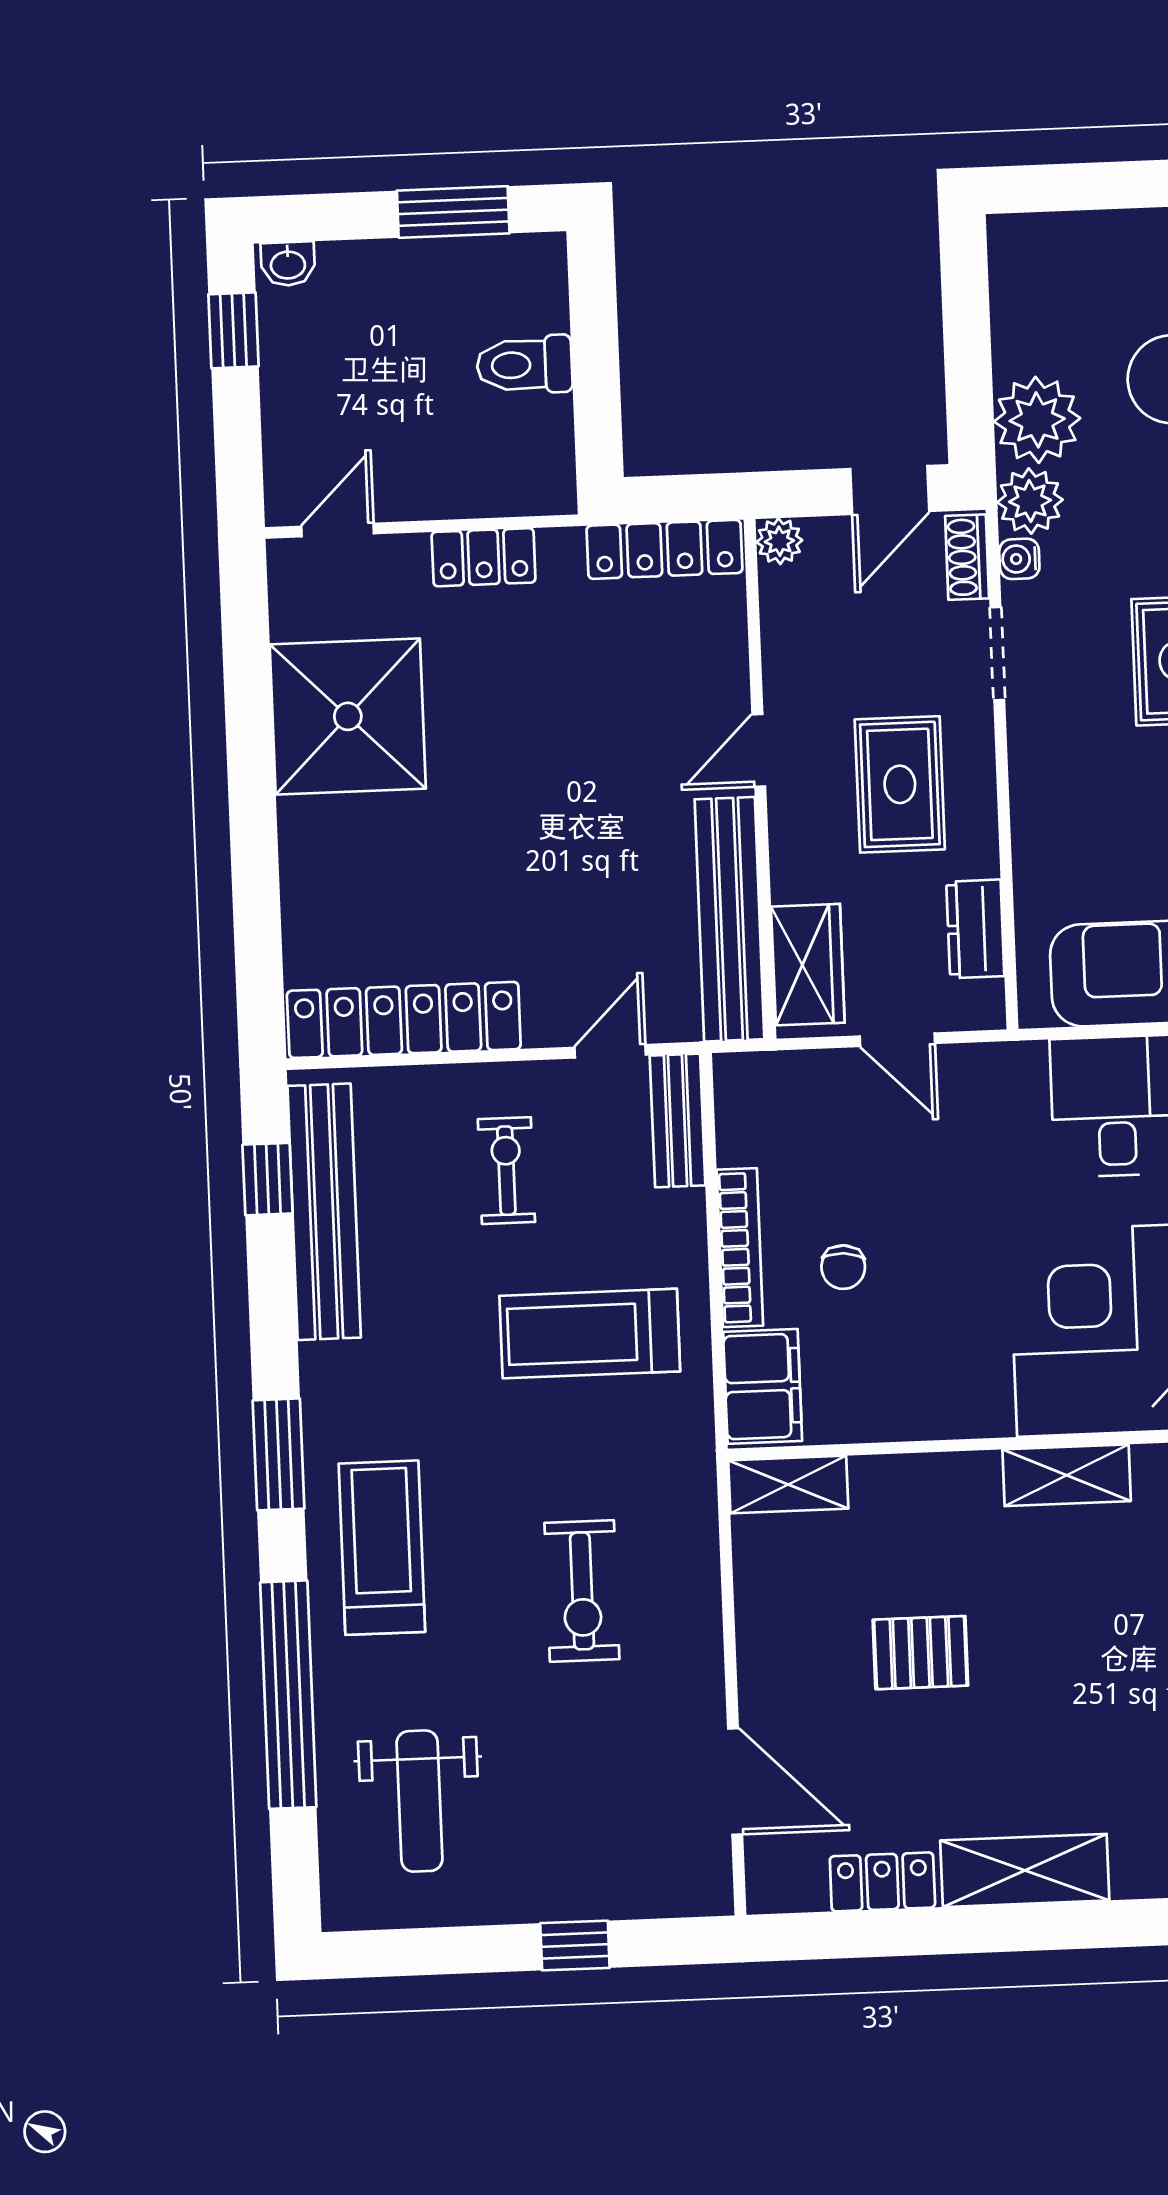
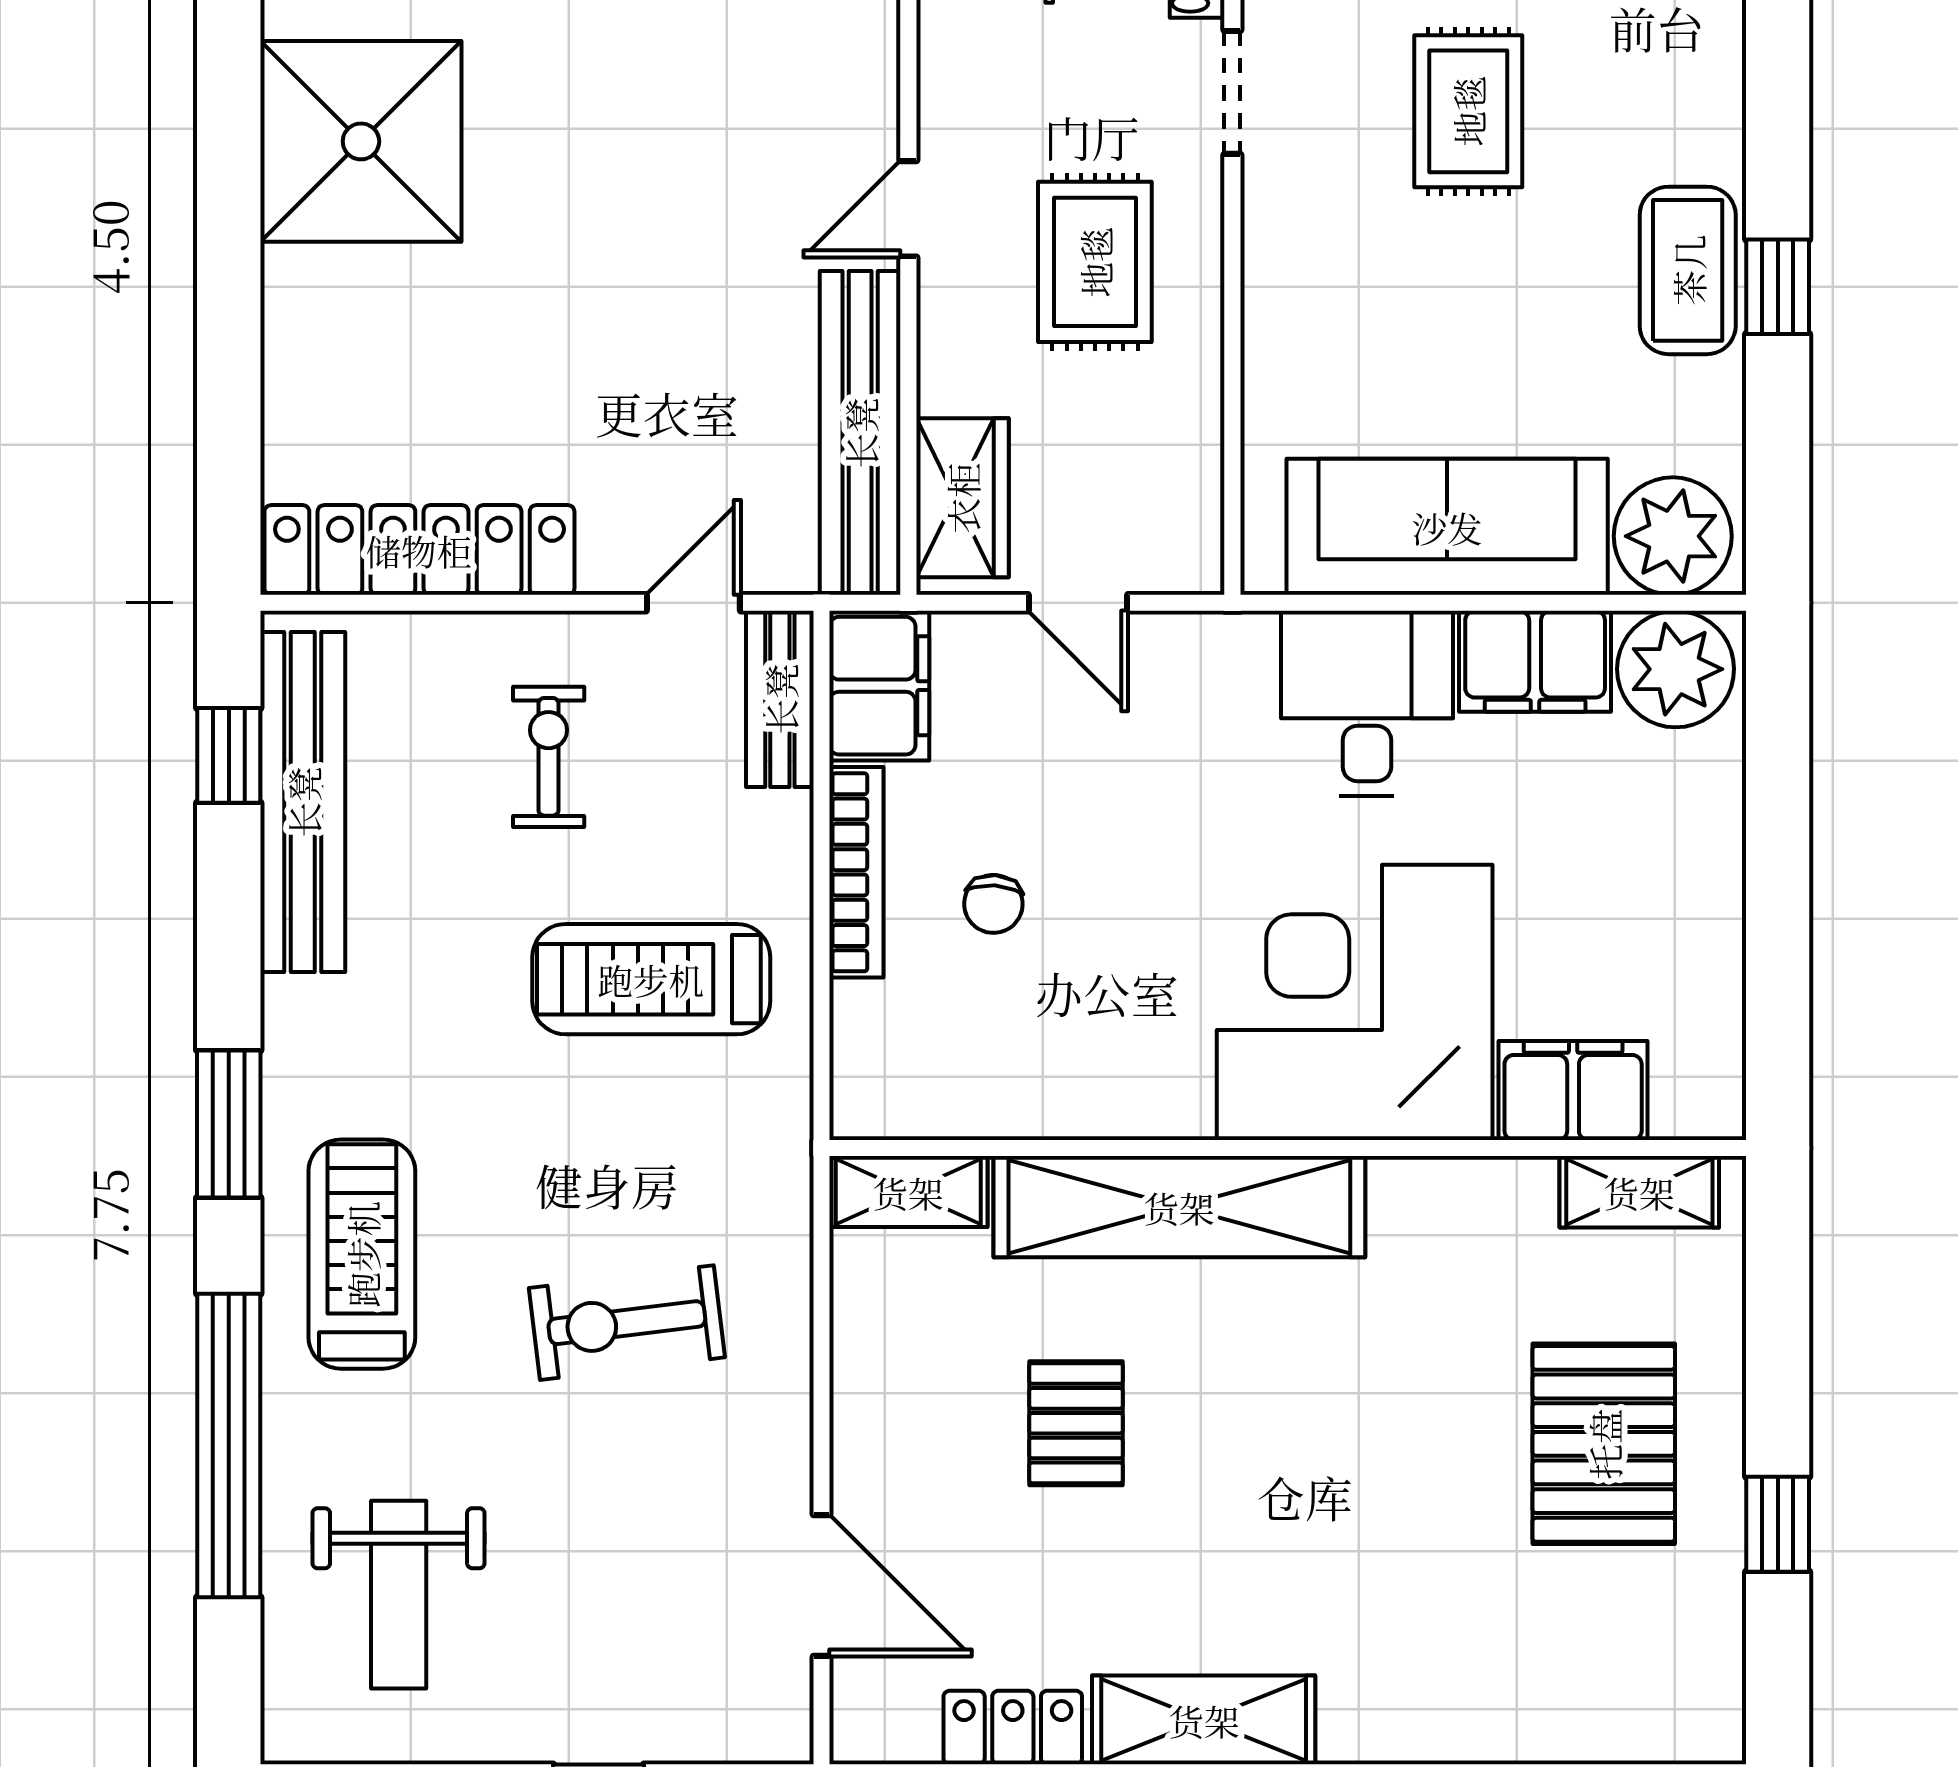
dresser: (975, 929) -> (1188, 459), removed
filing cabinet: (763, 1386) -> (879, 686), moved
shelving: (1067, 1475) -> (1179, 1207), width x2.20, depth x1.33
exercise bike: (582, 1591) -> (627, 1323), turned 83
pallet: (920, 1653) -> (1076, 1423), turned 90

